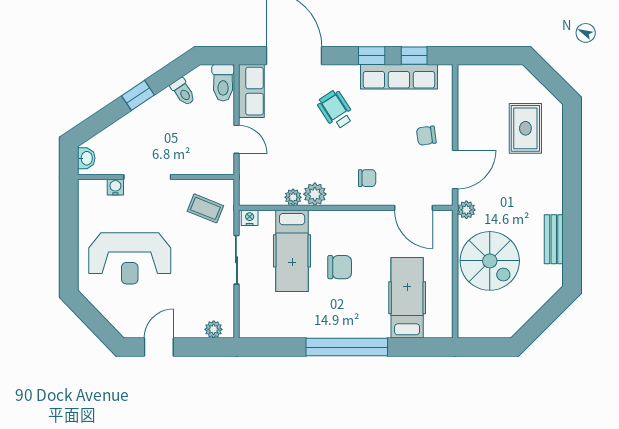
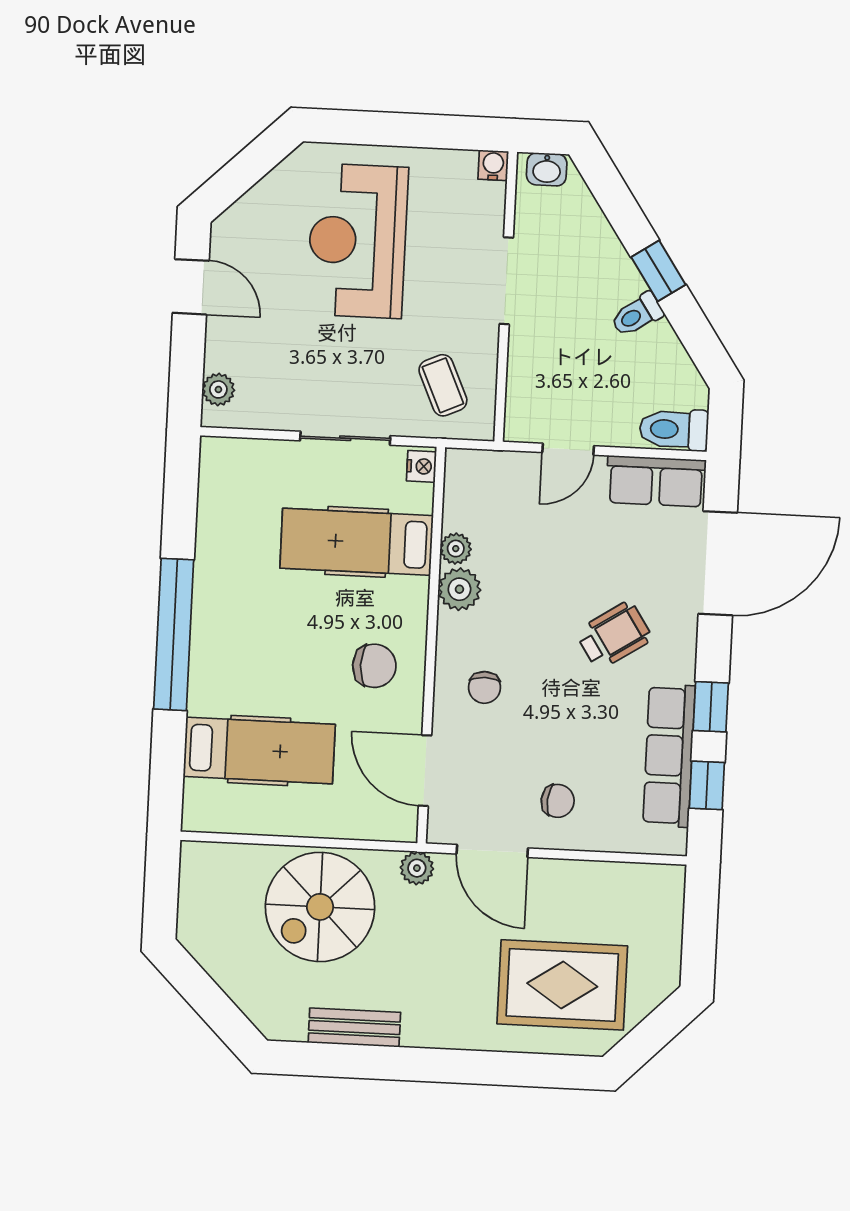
toilet: (183, 92) -> (637, 315), moved
rug: (525, 128) -> (562, 985), width x1.36, depth x1.43
chair: (426, 136) -> (558, 801), turned 103
water cooler: (115, 187) -> (493, 165), moved, turned -90
coffee table: (205, 208) -> (443, 385), turned -46
door: (414, 208) -> (425, 771), hinge flipped
chair: (340, 267) -> (374, 666), moved, turned -90

